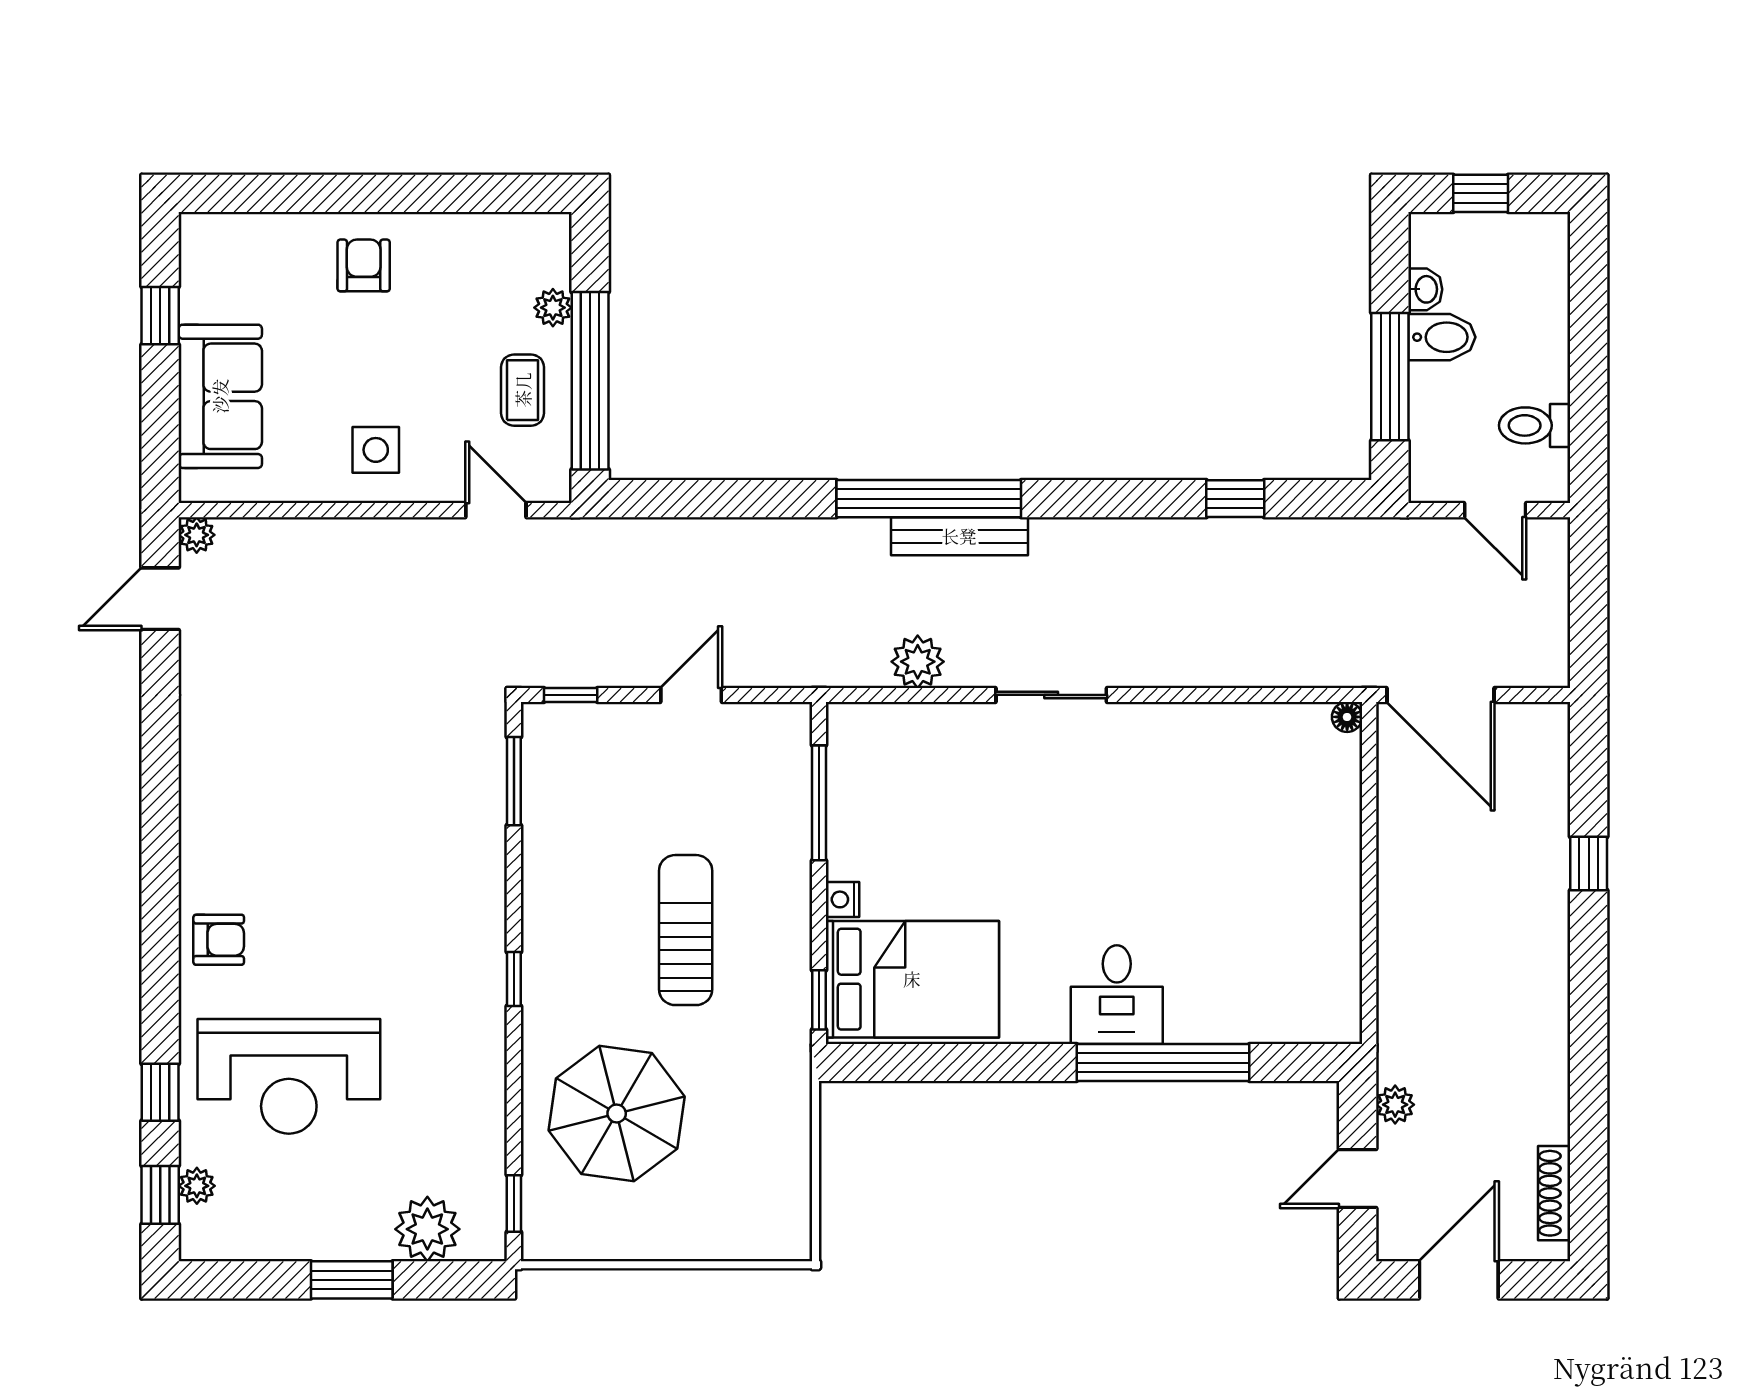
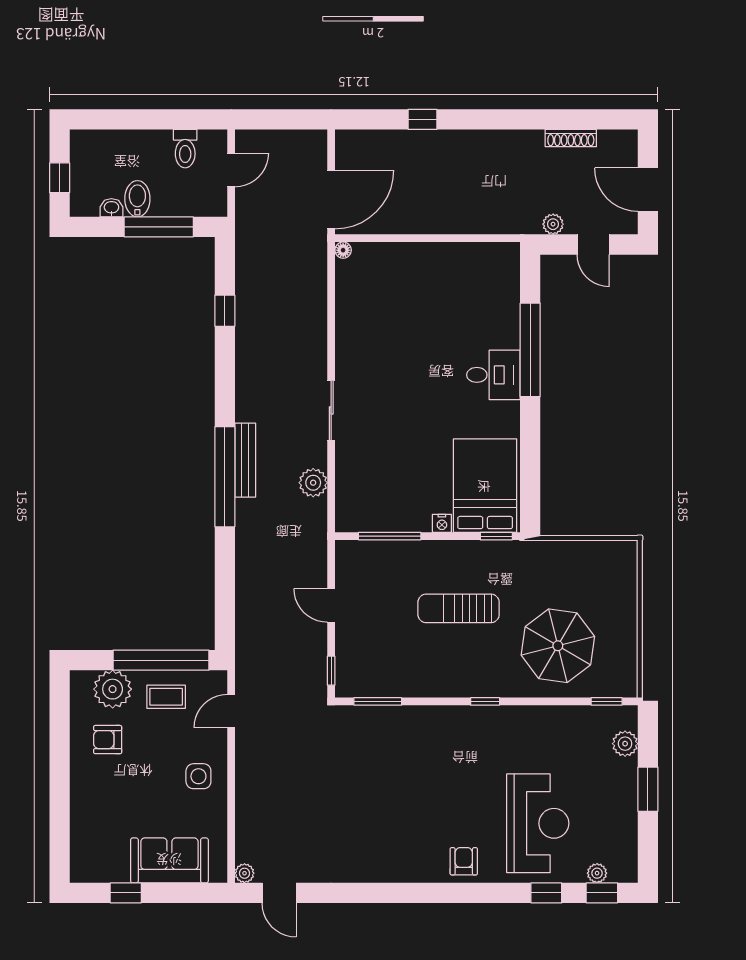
armchair: (364, 265) -> (108, 740), moved
plant: (553, 308) -> (113, 689), width x1.88, depth x1.88
shoe rack: (1554, 1193) -> (571, 138), moved
plant: (427, 1229) -> (625, 744), width x0.73, depth x0.73

